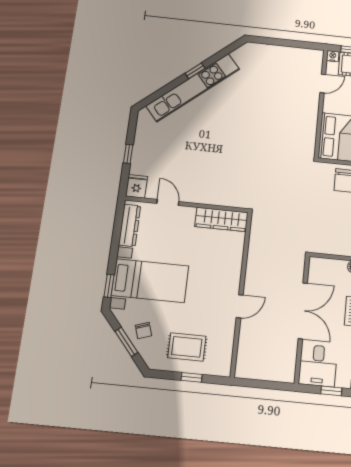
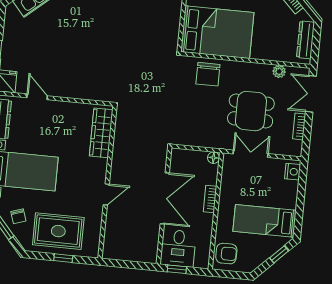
wardrobe: (221, 219) -> (101, 133), moved, turned 90
rug: (187, 347) -> (58, 231), width x1.36, depth x1.43
window: (331, 391) -> (177, 269), moved

